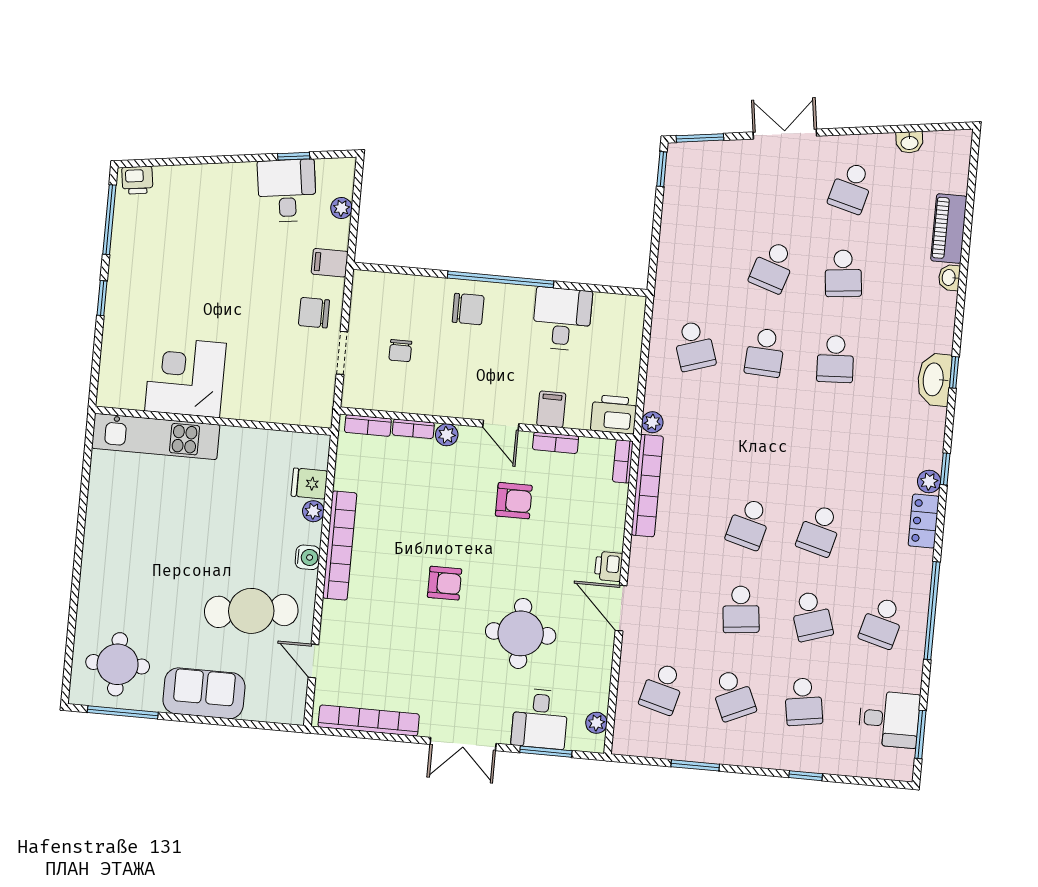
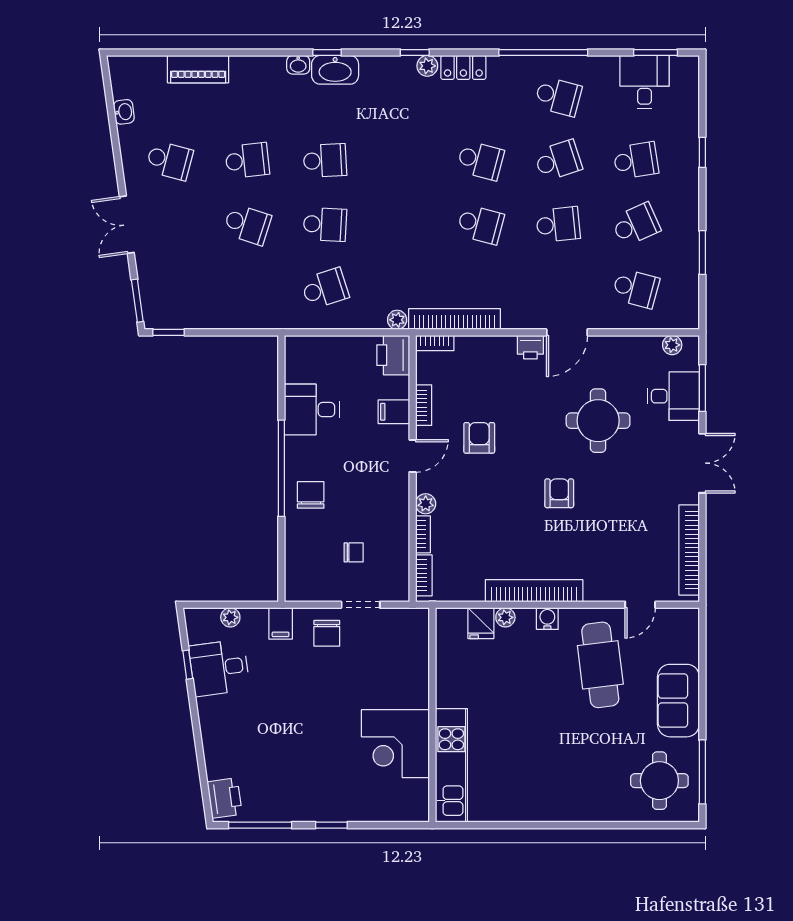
printer: (137, 180) -> (225, 798), width x1.36, depth x1.24
washbasin: (949, 278) -> (298, 65), moved

